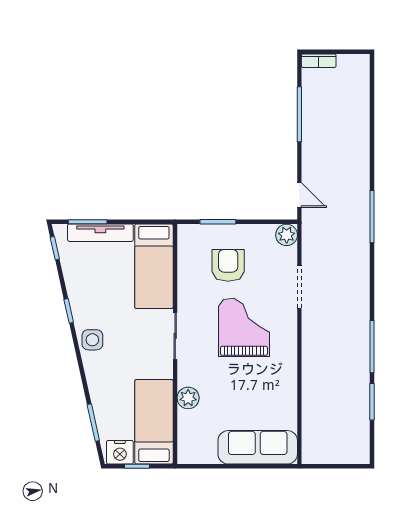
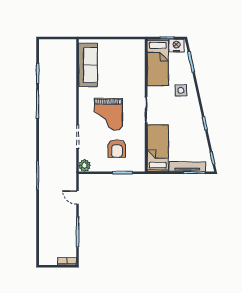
door: (299, 195) -> (78, 198), moved
side table: (92, 340) -> (181, 90), moved
plant: (188, 398) -> (139, 76), removed
sofa: (258, 447) -> (88, 65), moved, turned -90

